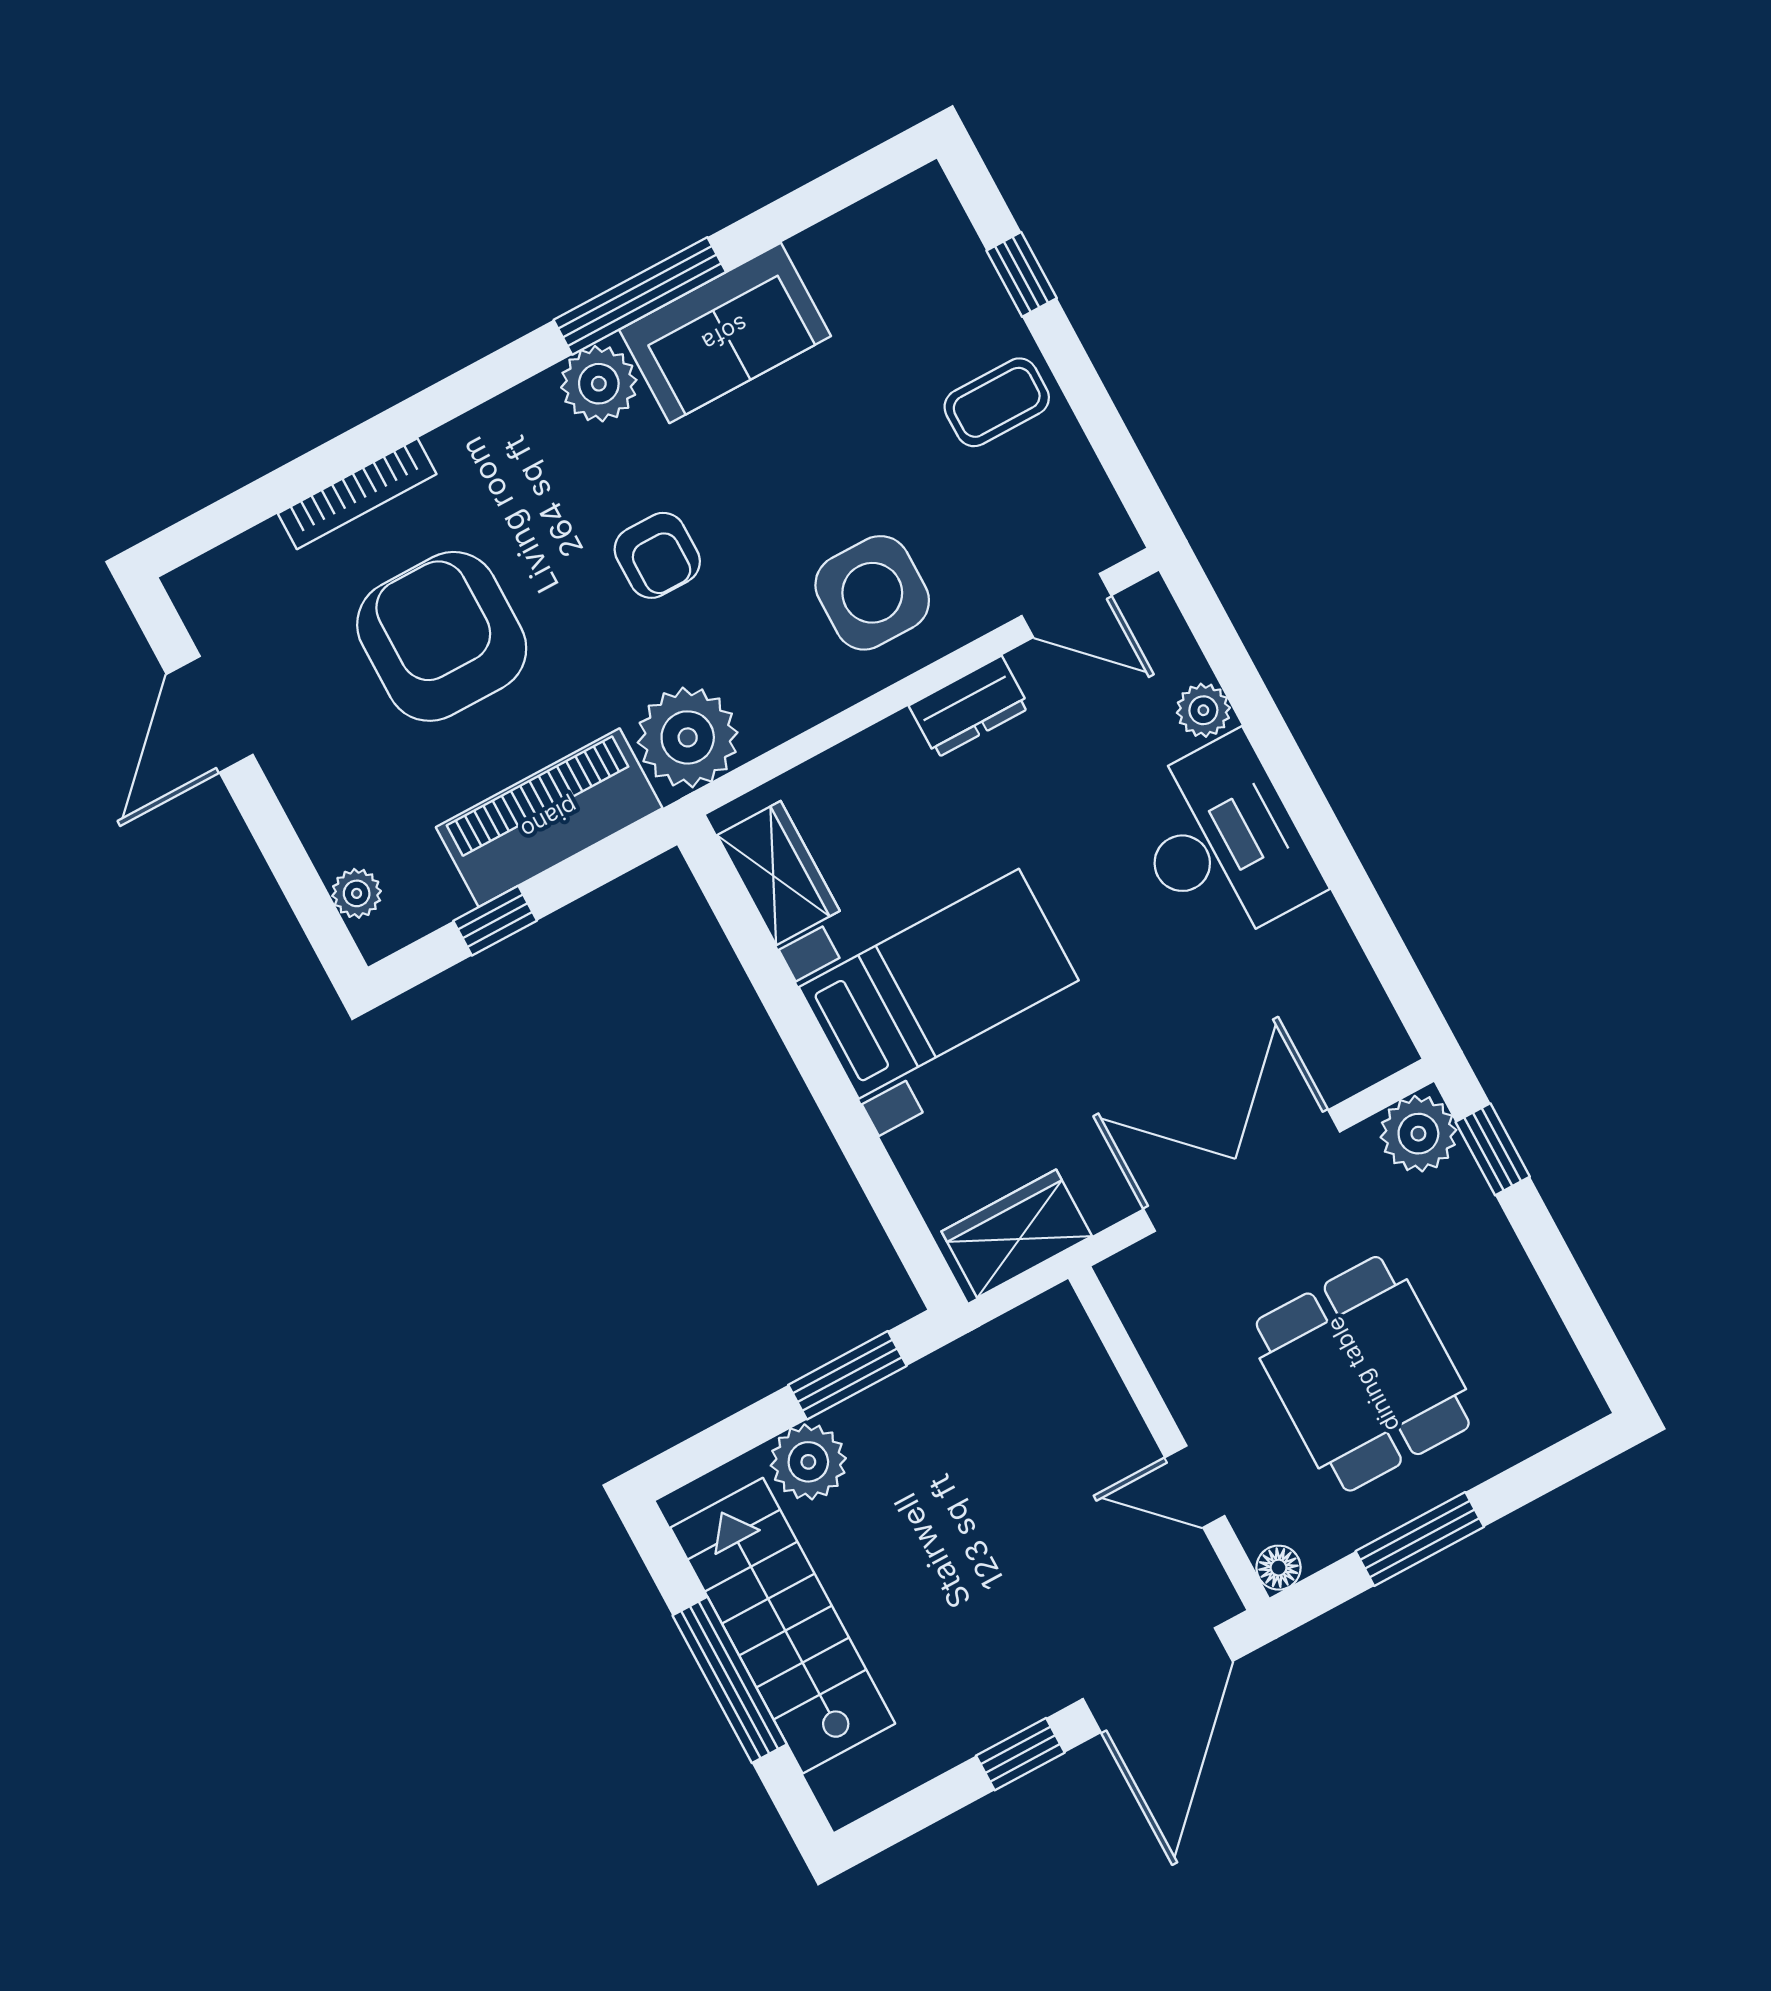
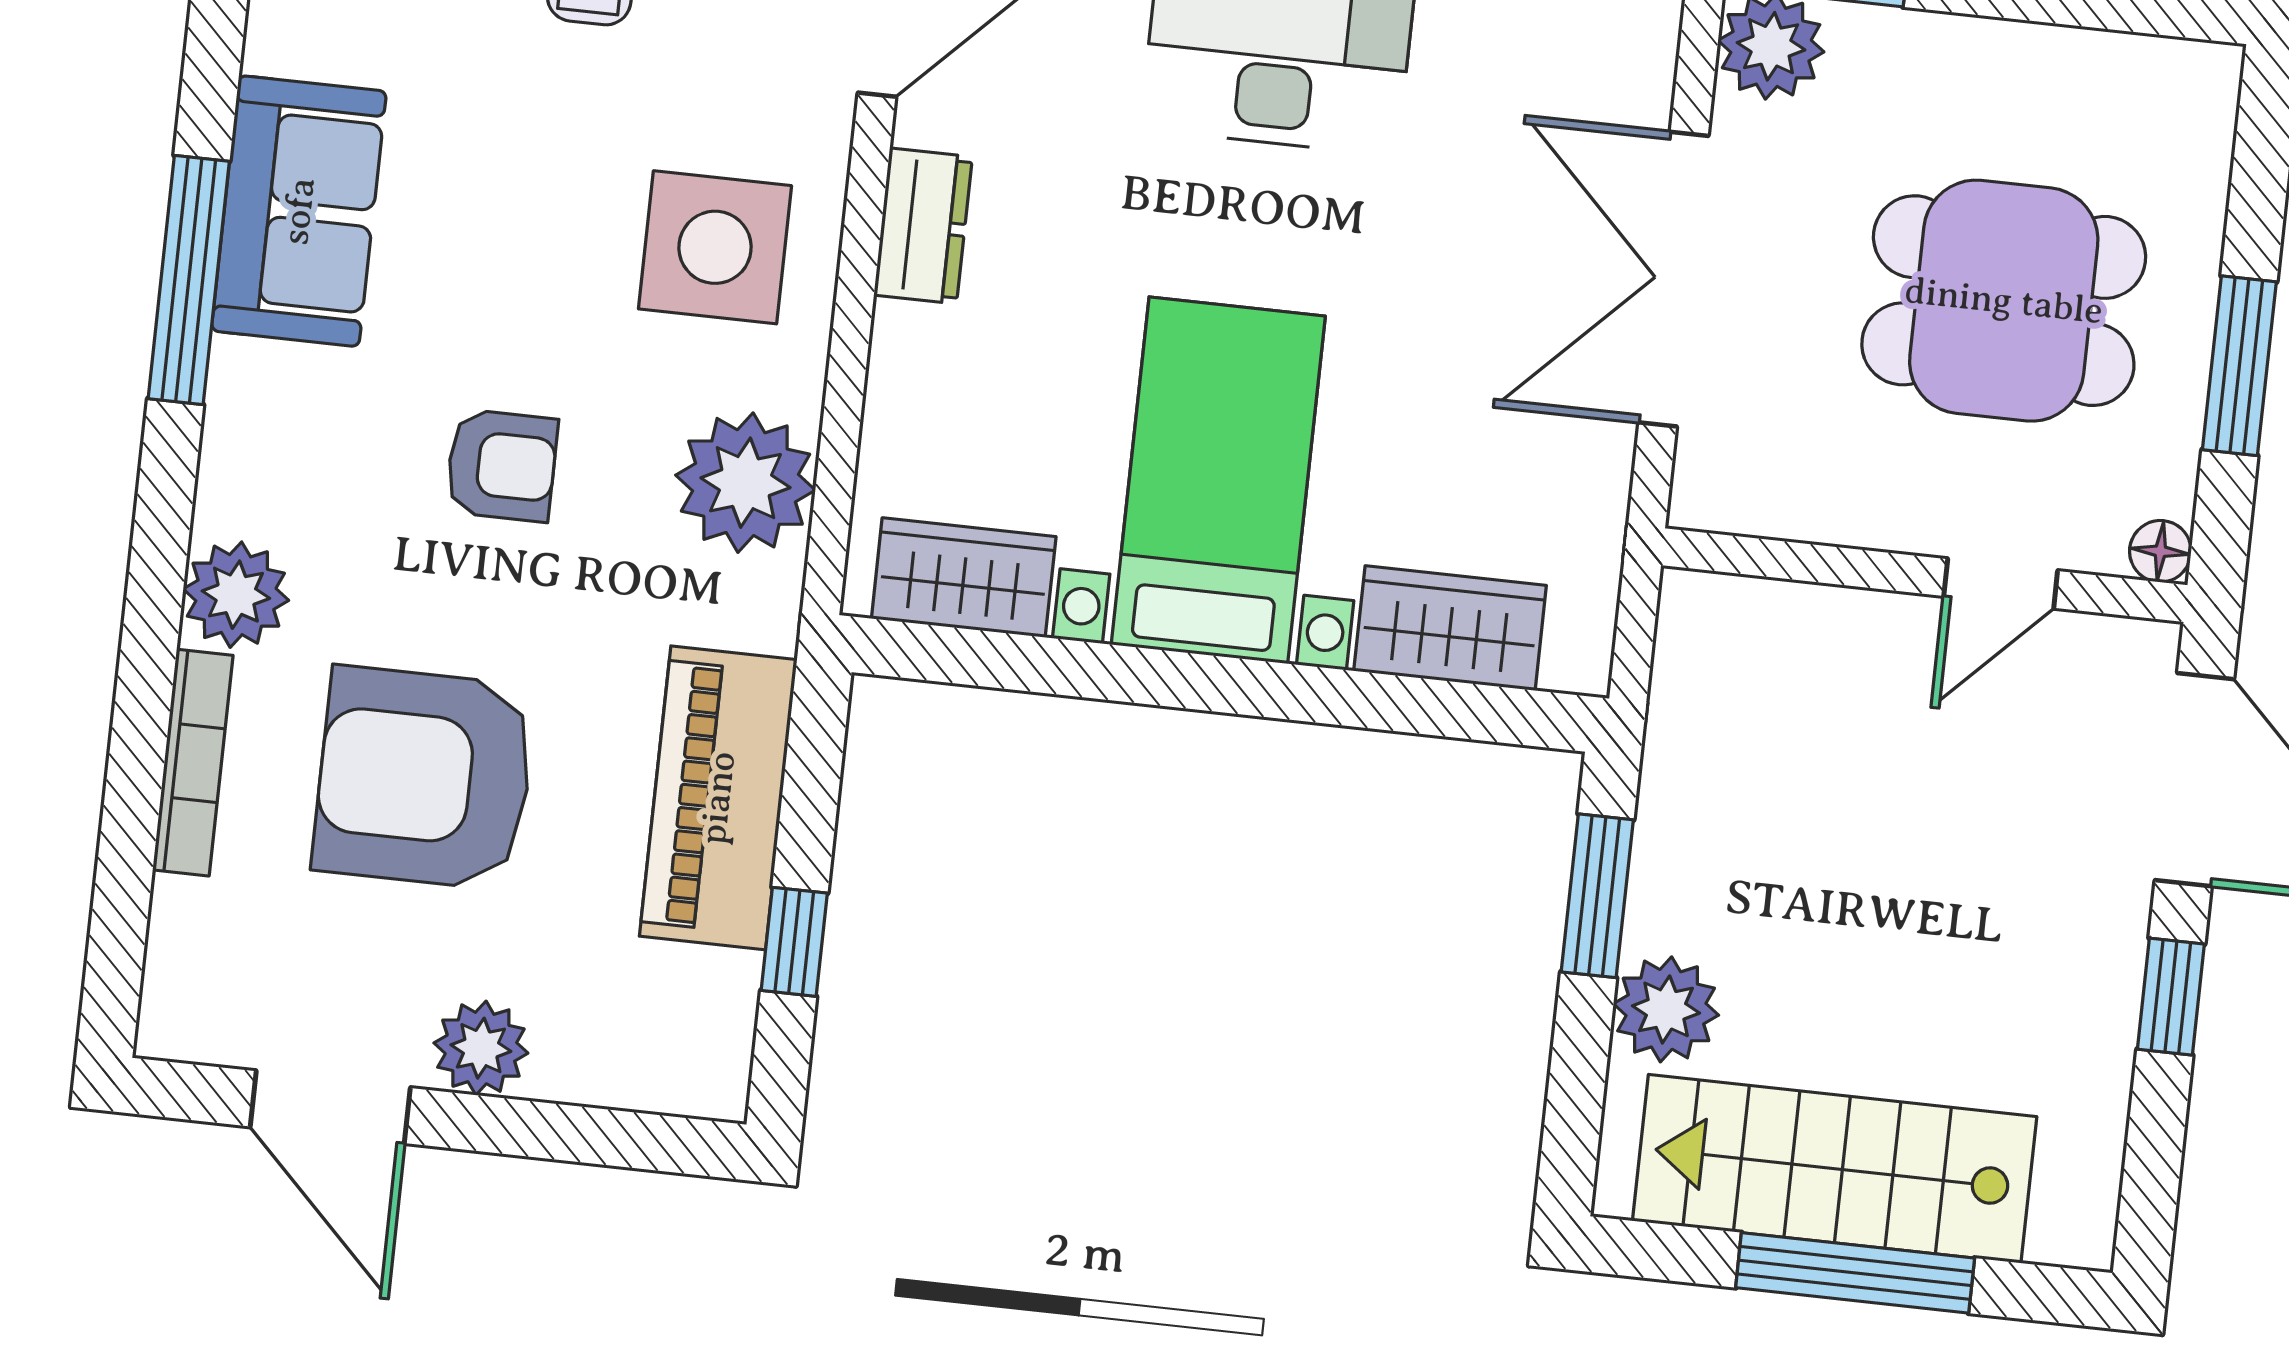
plant: (599, 384) -> (236, 595), moved
plant: (688, 737) -> (745, 483), moved
plant: (357, 893) -> (481, 1048), moved, width x1.38, depth x1.38
wardrobe: (1017, 1234) -> (1450, 628), moved, turned 90

